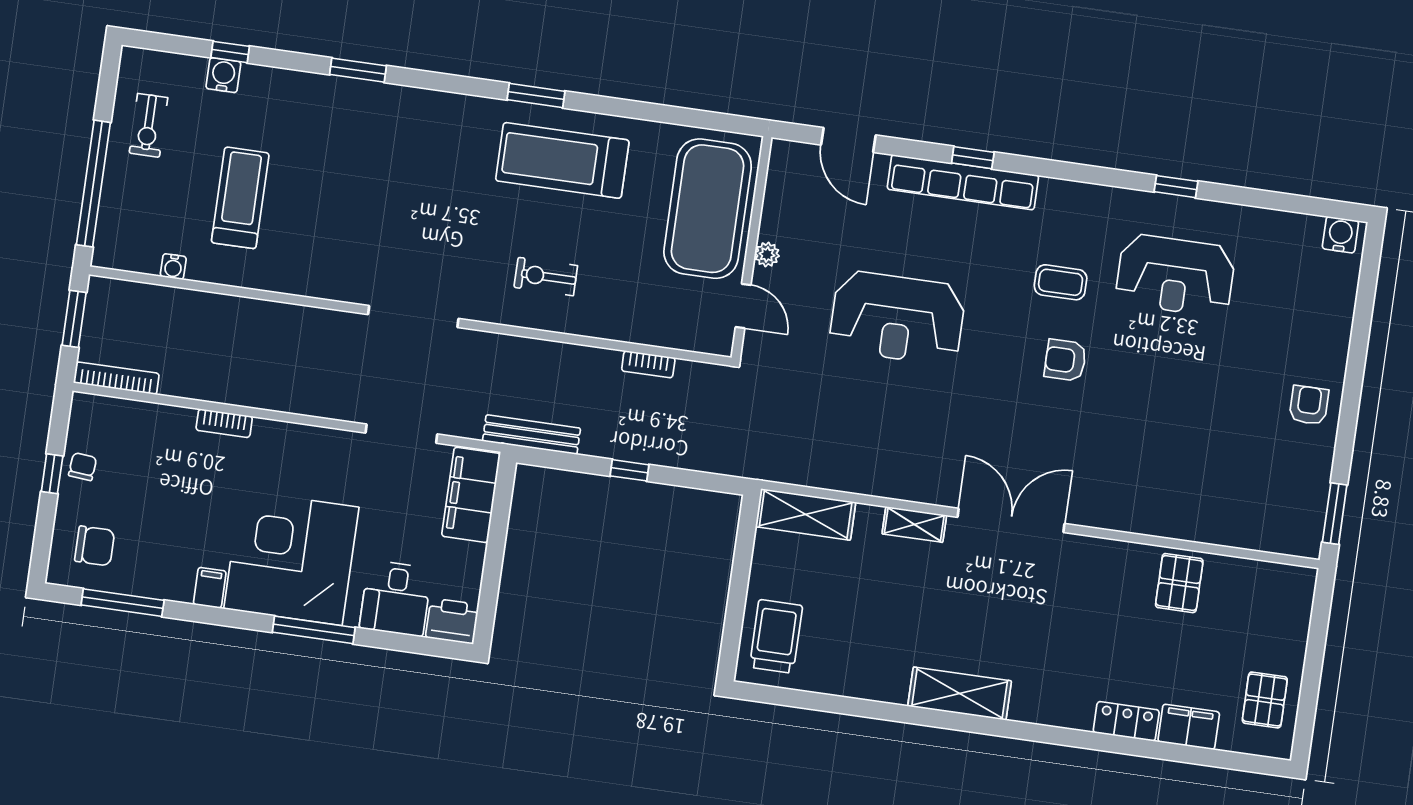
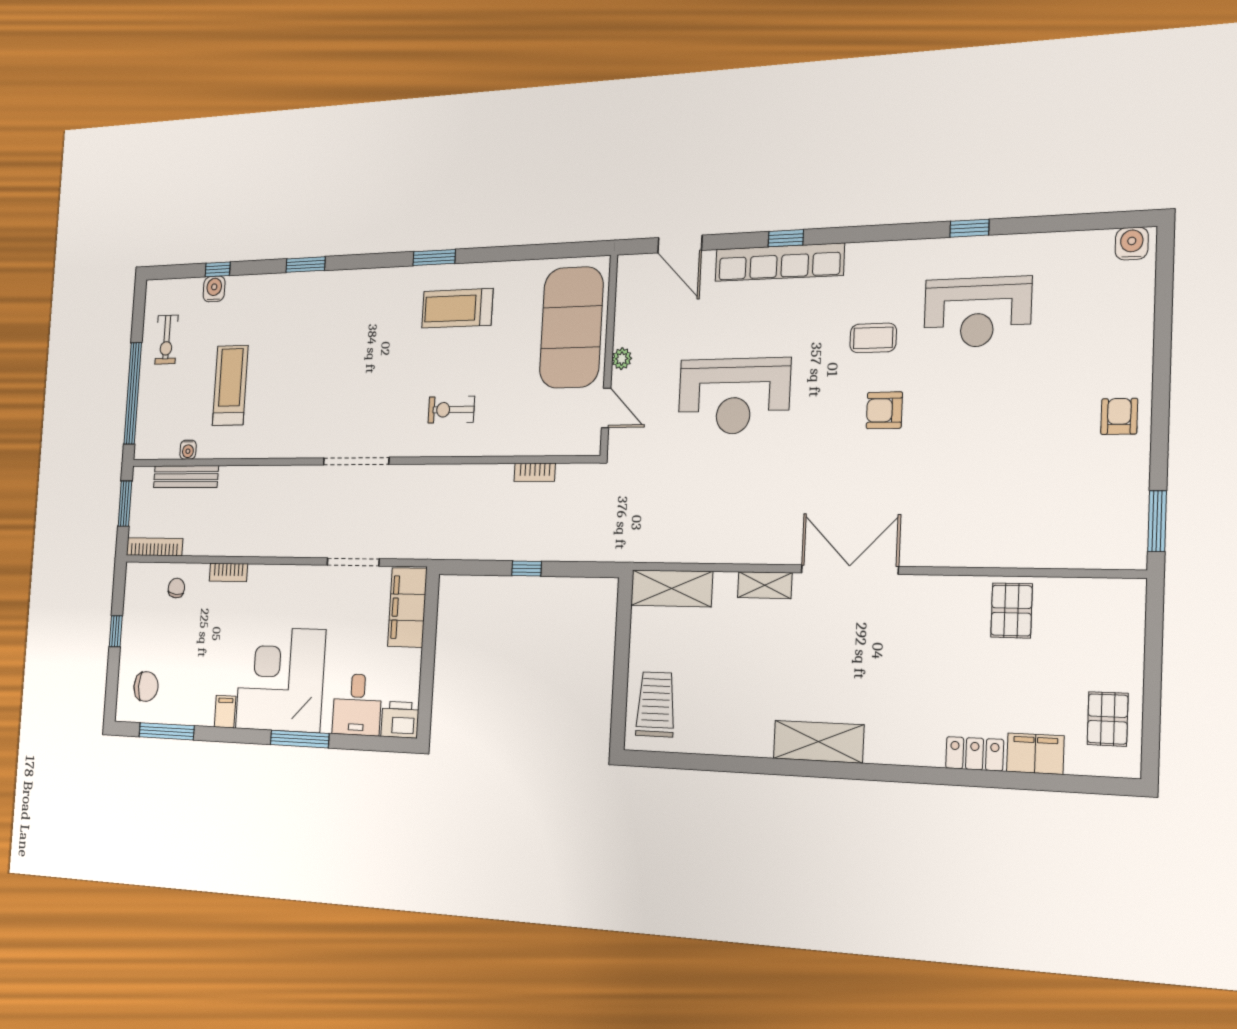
treadmill: (562, 160) -> (457, 308), width x0.73, depth x0.73
bench: (531, 435) -> (186, 477), moved
chair: (83, 467) -> (176, 588), moved

